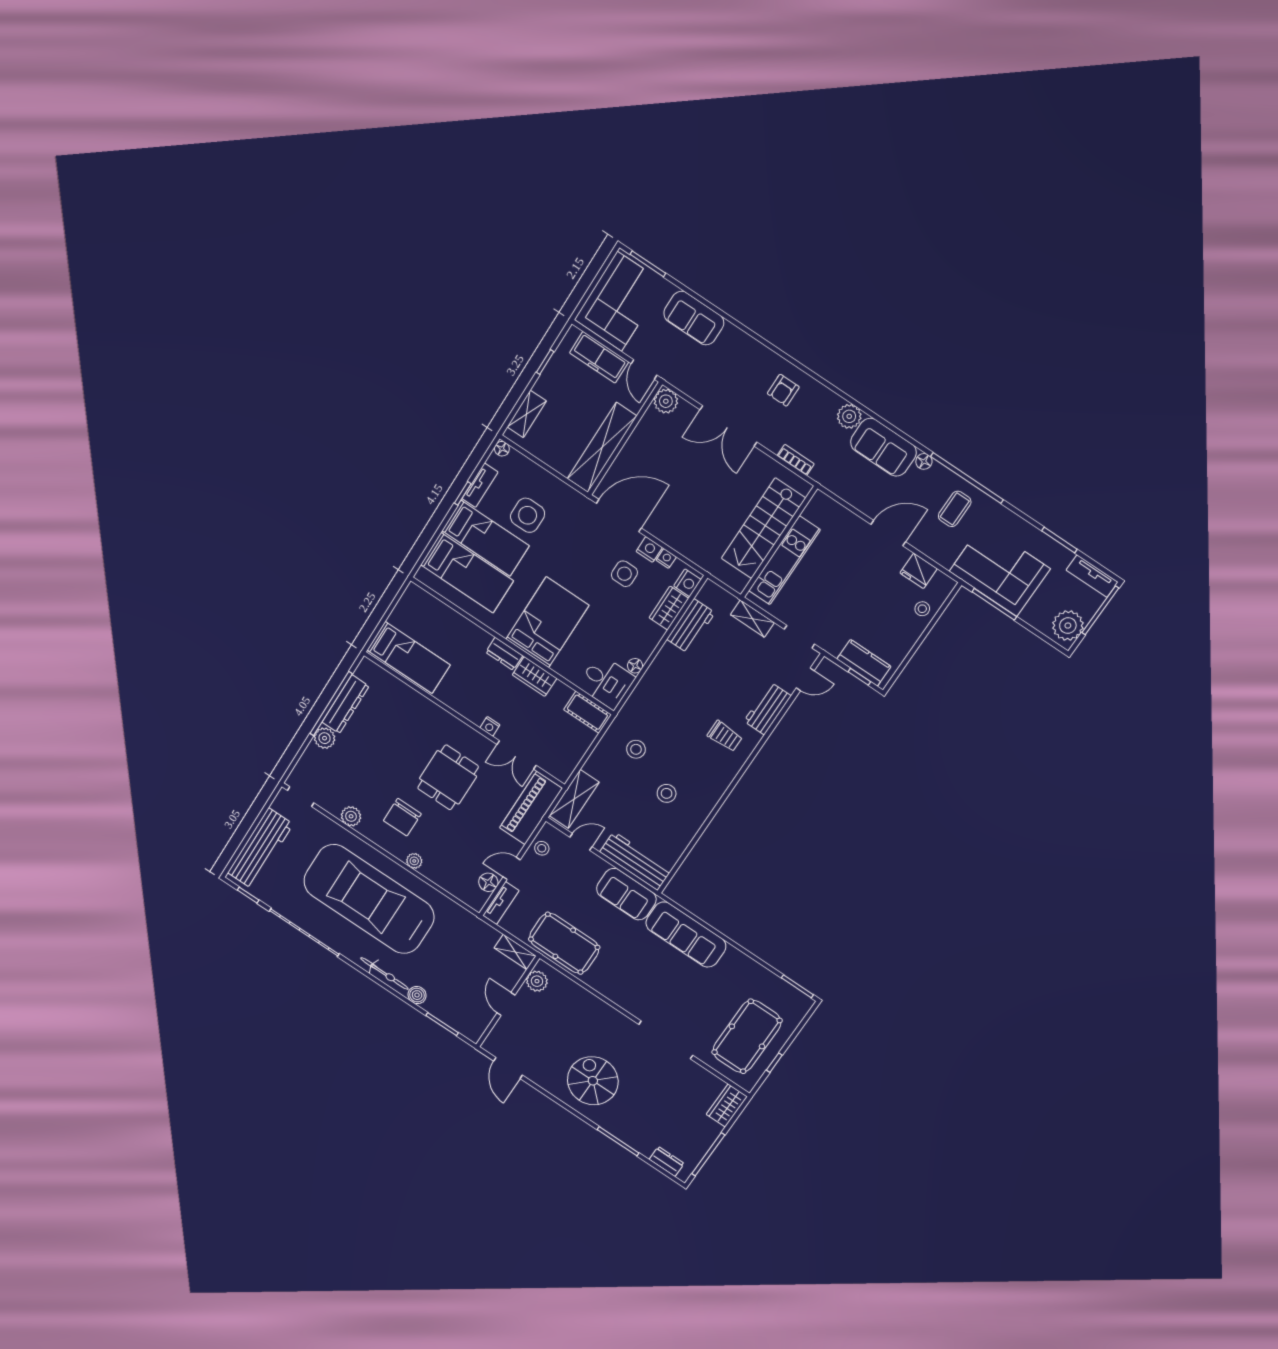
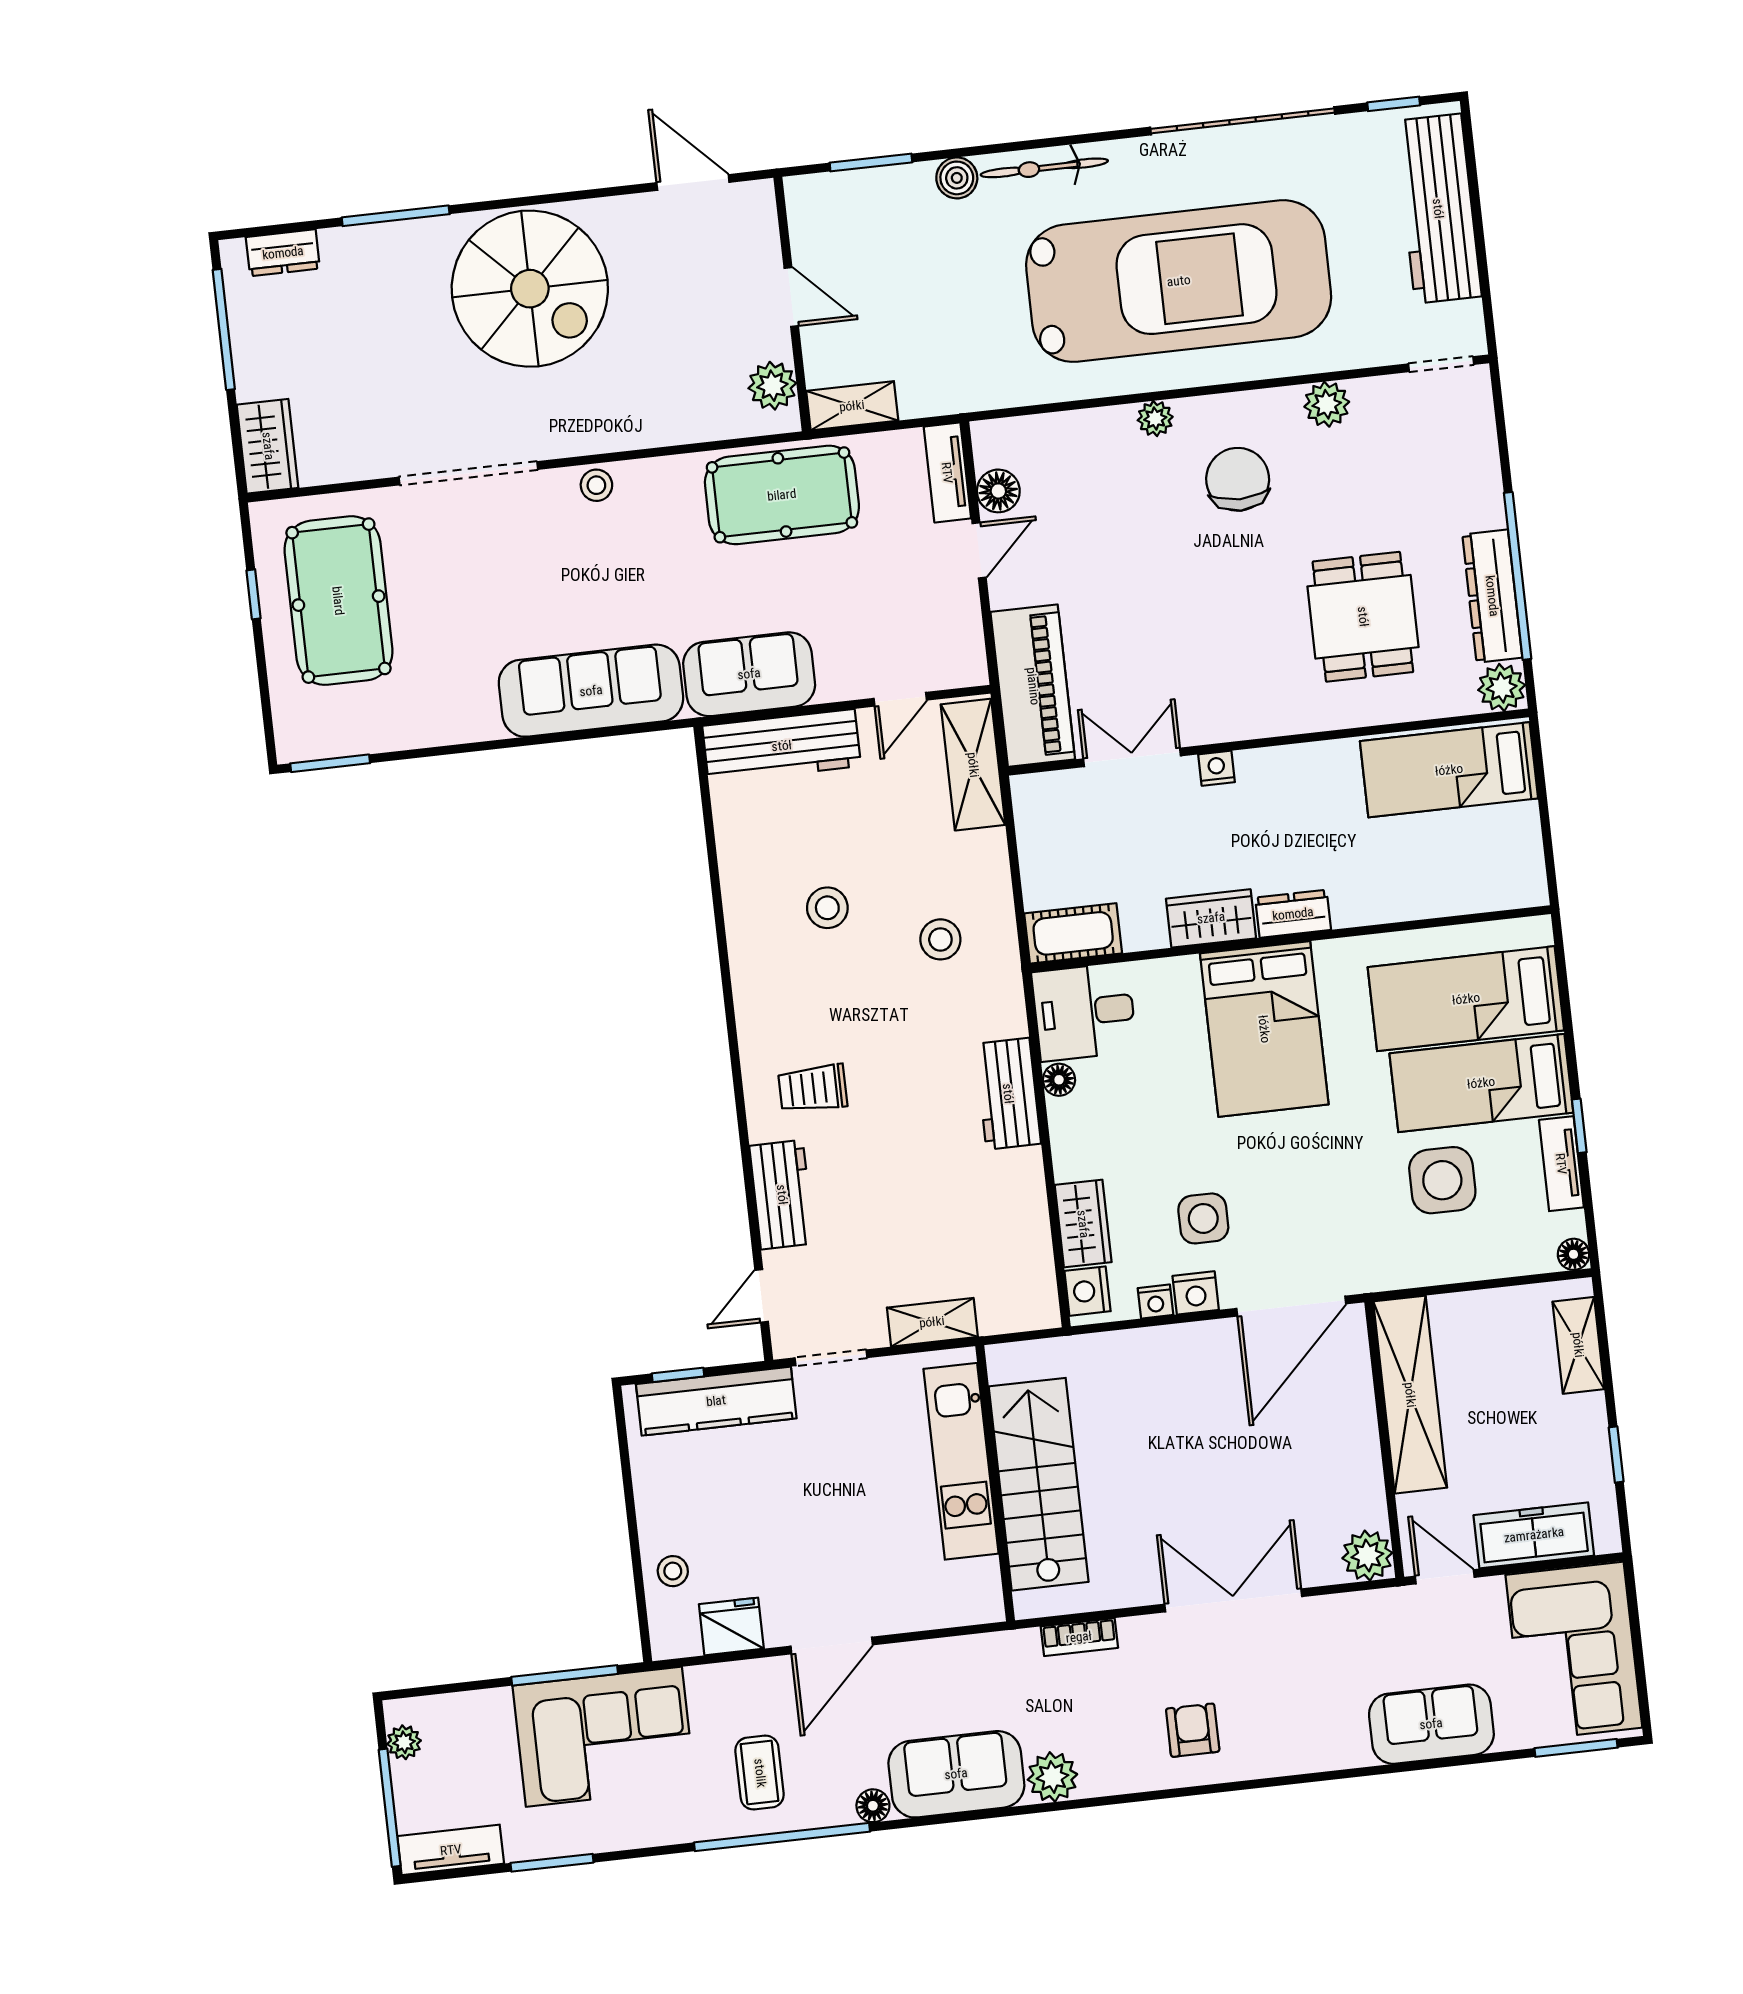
workbench: (691, 626) -> (1008, 1094), moved
plant: (1068, 626) -> (404, 1742), width x0.53, depth x0.53
kitchen counter: (864, 663) -> (716, 1401), width x1.50
plant: (325, 738) -> (1502, 688), moved
dining table: (448, 777) -> (1363, 617), moved
stool: (542, 848) -> (596, 485), moved
spiral stairs: (593, 1081) -> (530, 289), width x1.37, depth x1.37

